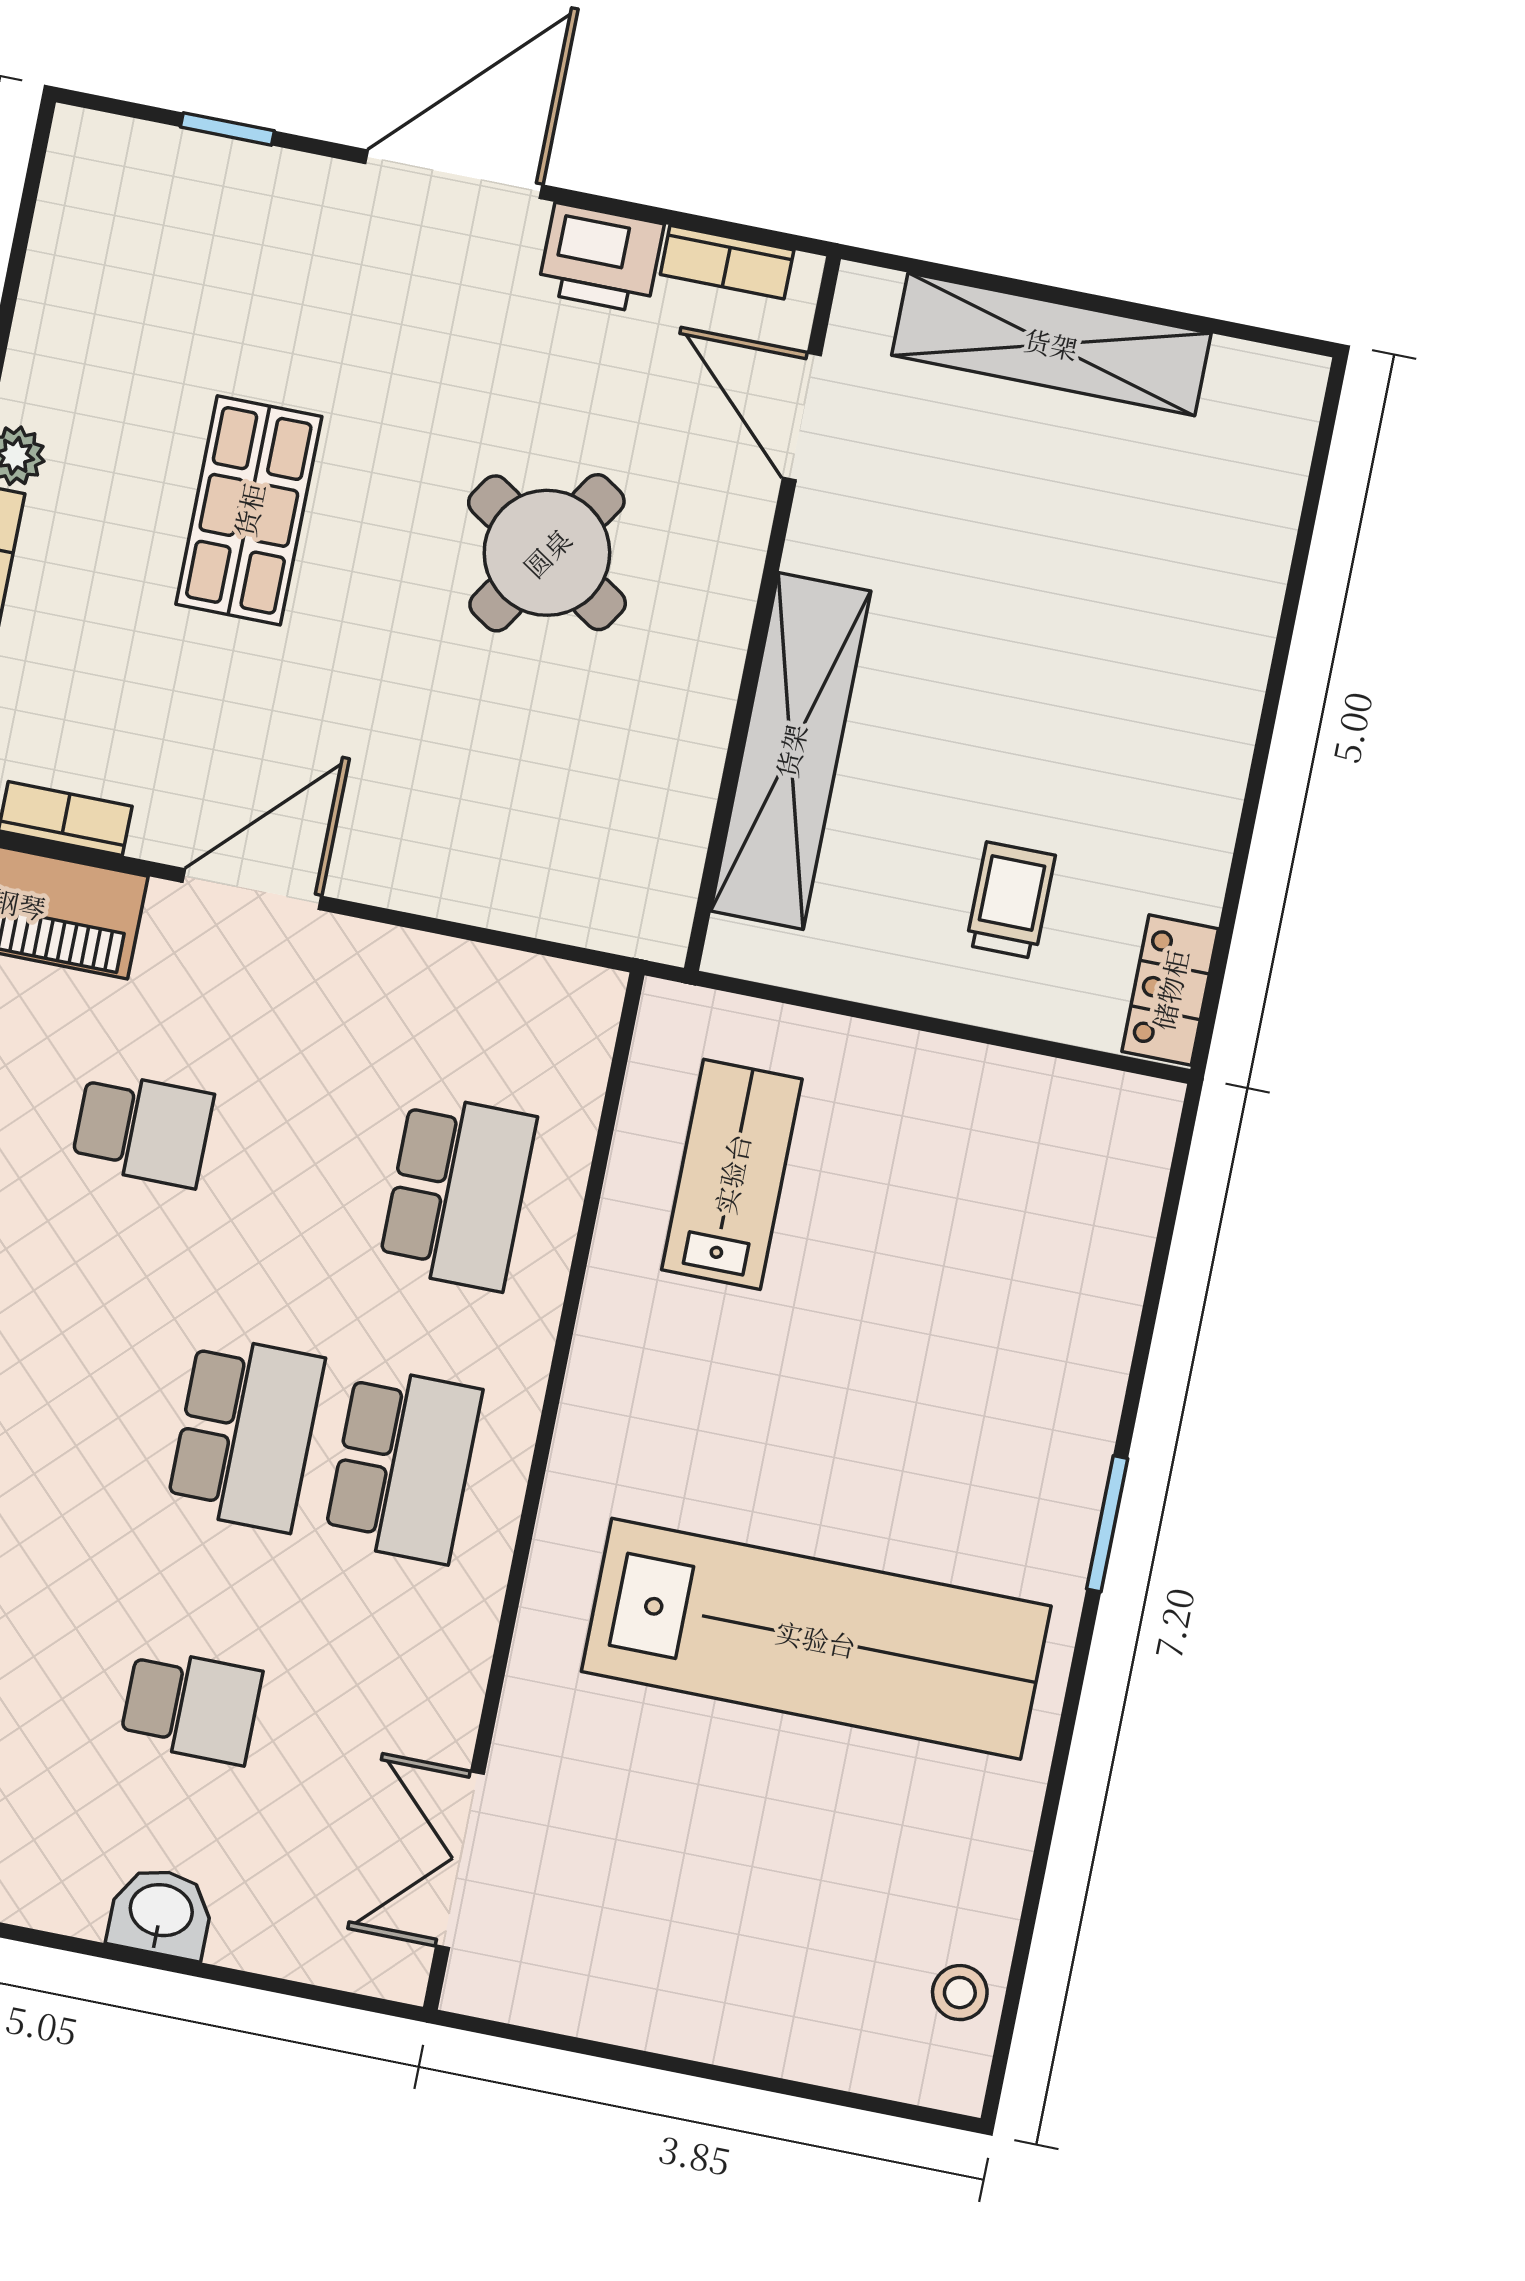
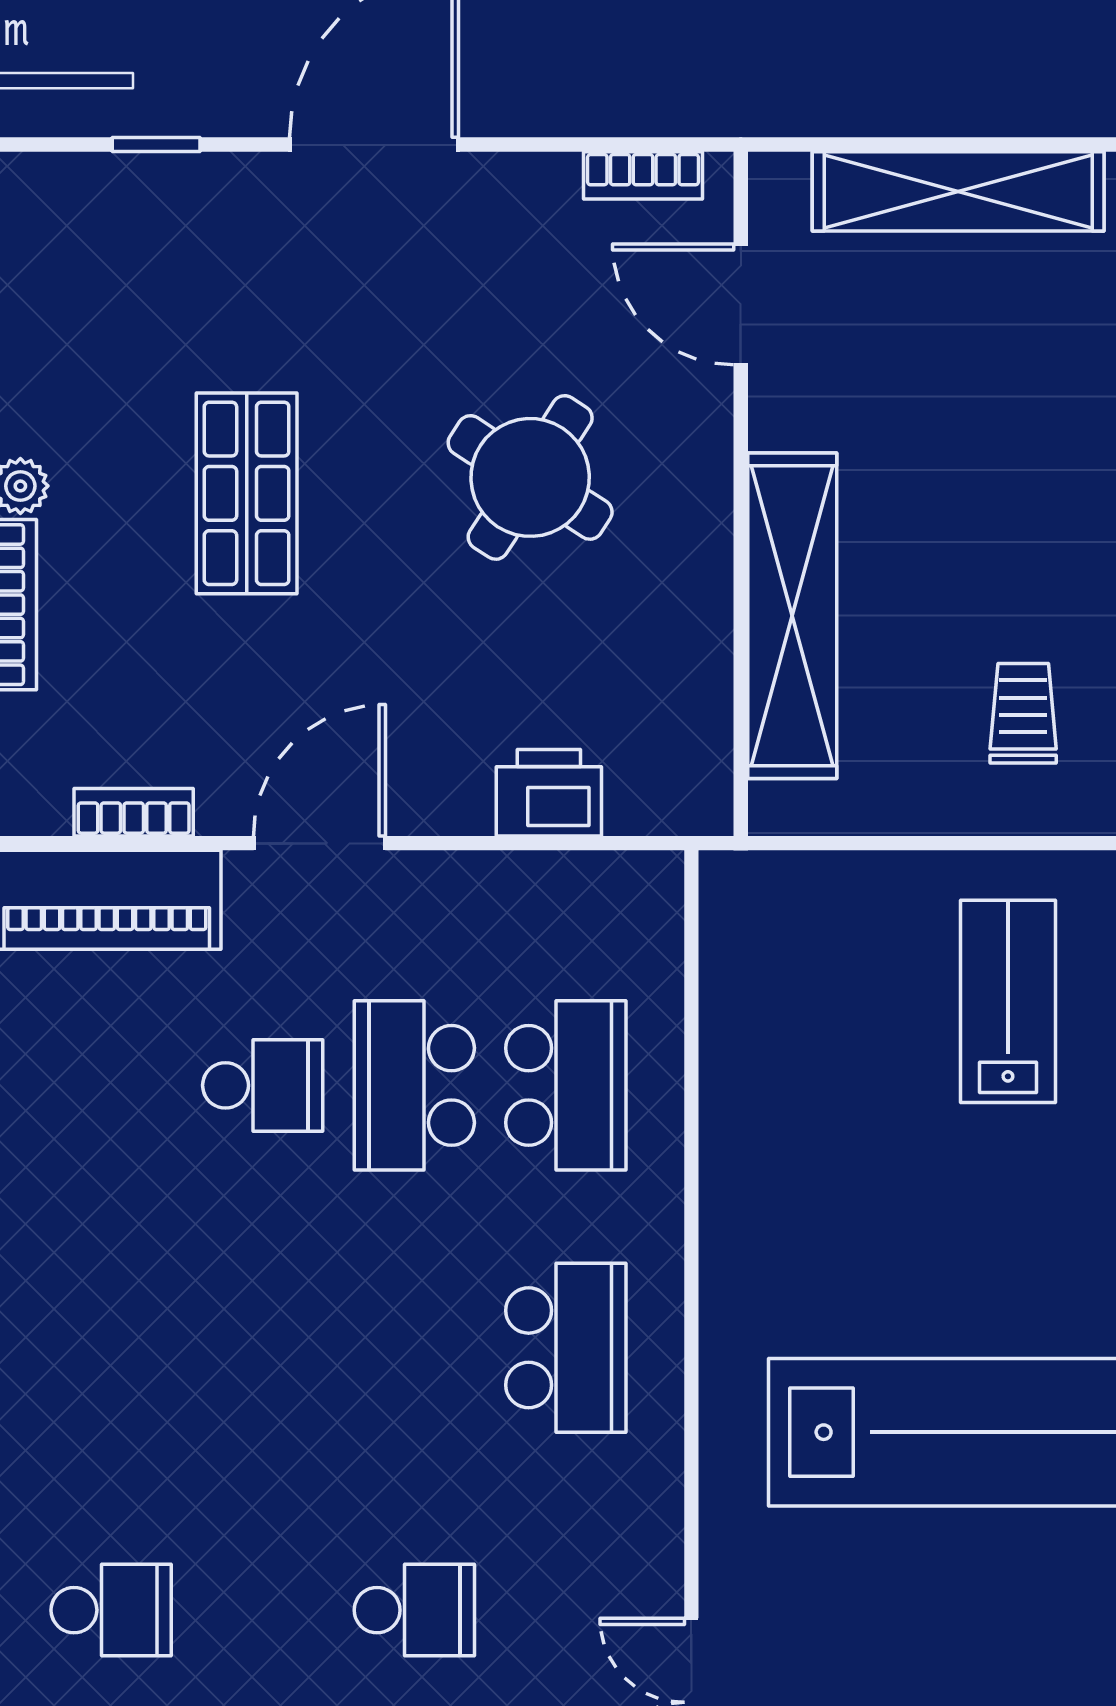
printer: (601, 258) -> (549, 793), moved, turned 180
lab bench: (732, 1174) -> (1008, 1001), moved
school desk: (246, 1433) -> (414, 1085), moved, turned 180

